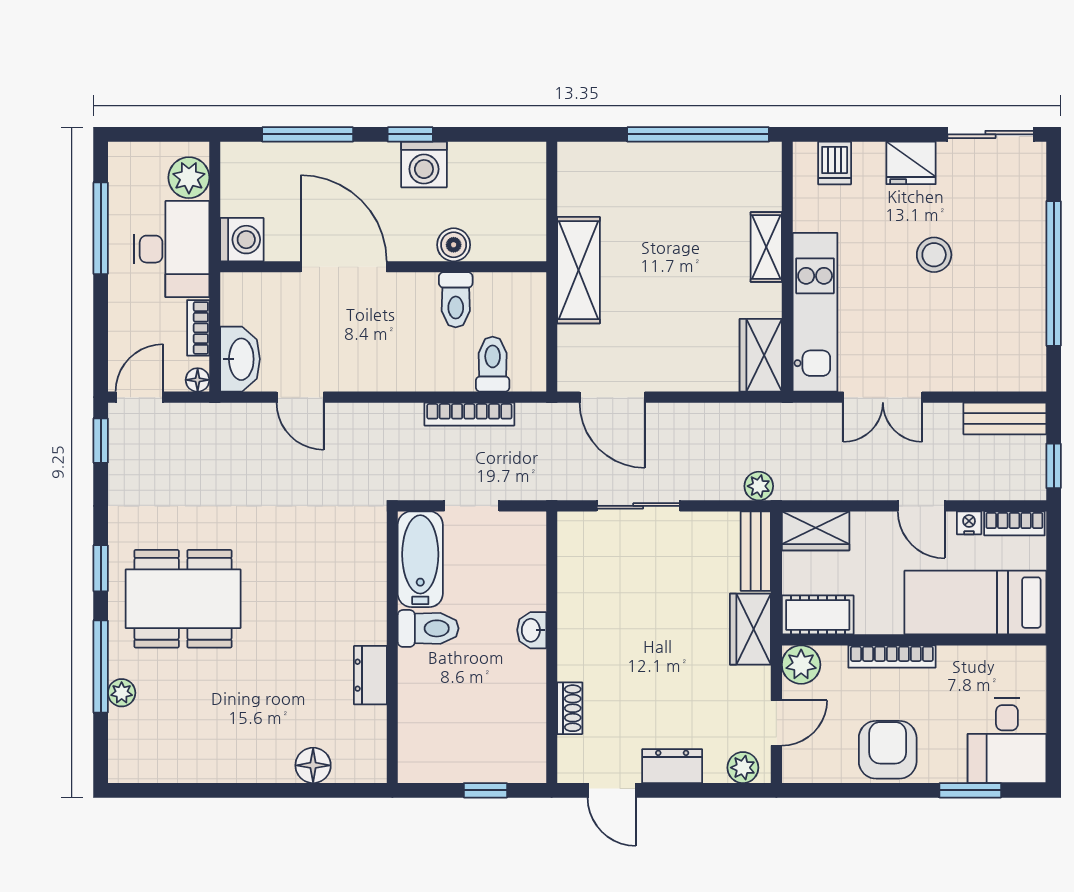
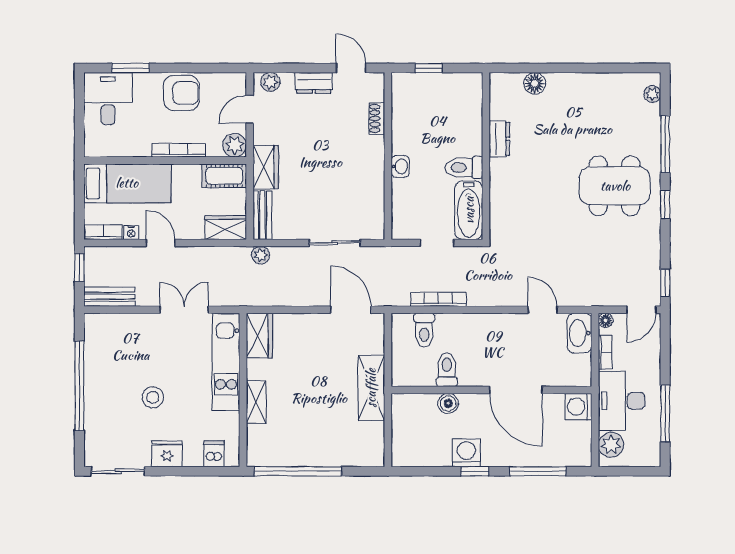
plant: (122, 693) -> (652, 94), moved
armchair: (888, 750) -> (181, 93), turned -90

